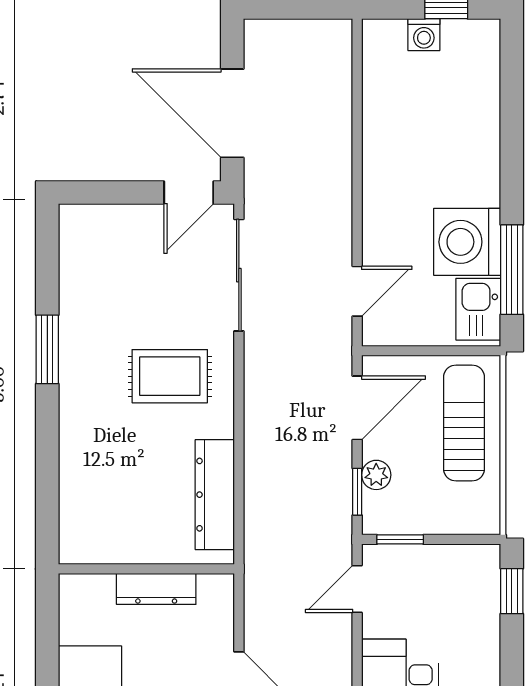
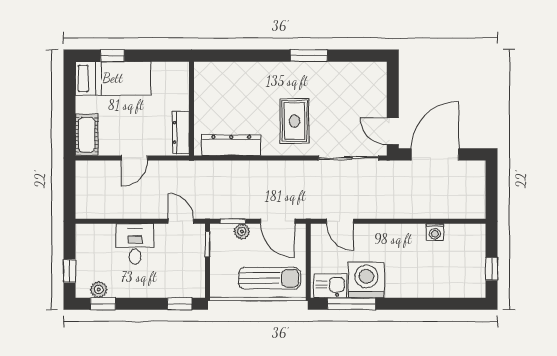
washing machine: (424, 35) -> (435, 232), moved, turned -90
dresser: (156, 589) -> (181, 133), moved

